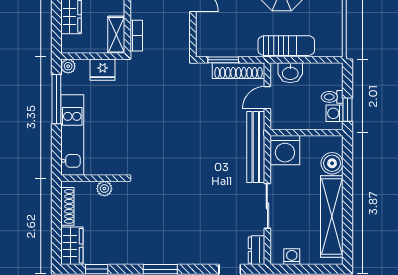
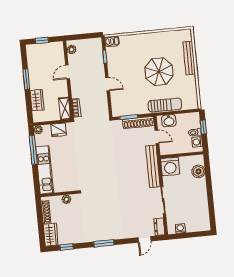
door: (267, 98) -> (157, 137), swing flipped
window: (347, 110) -> (203, 127), moved
shelving: (332, 217) -> (201, 203), removed

